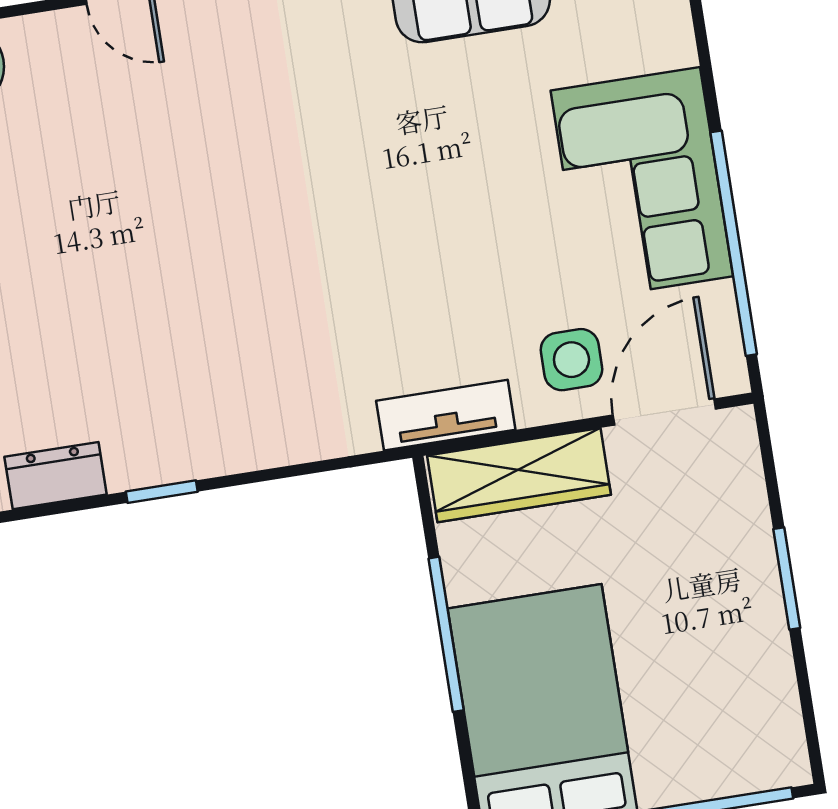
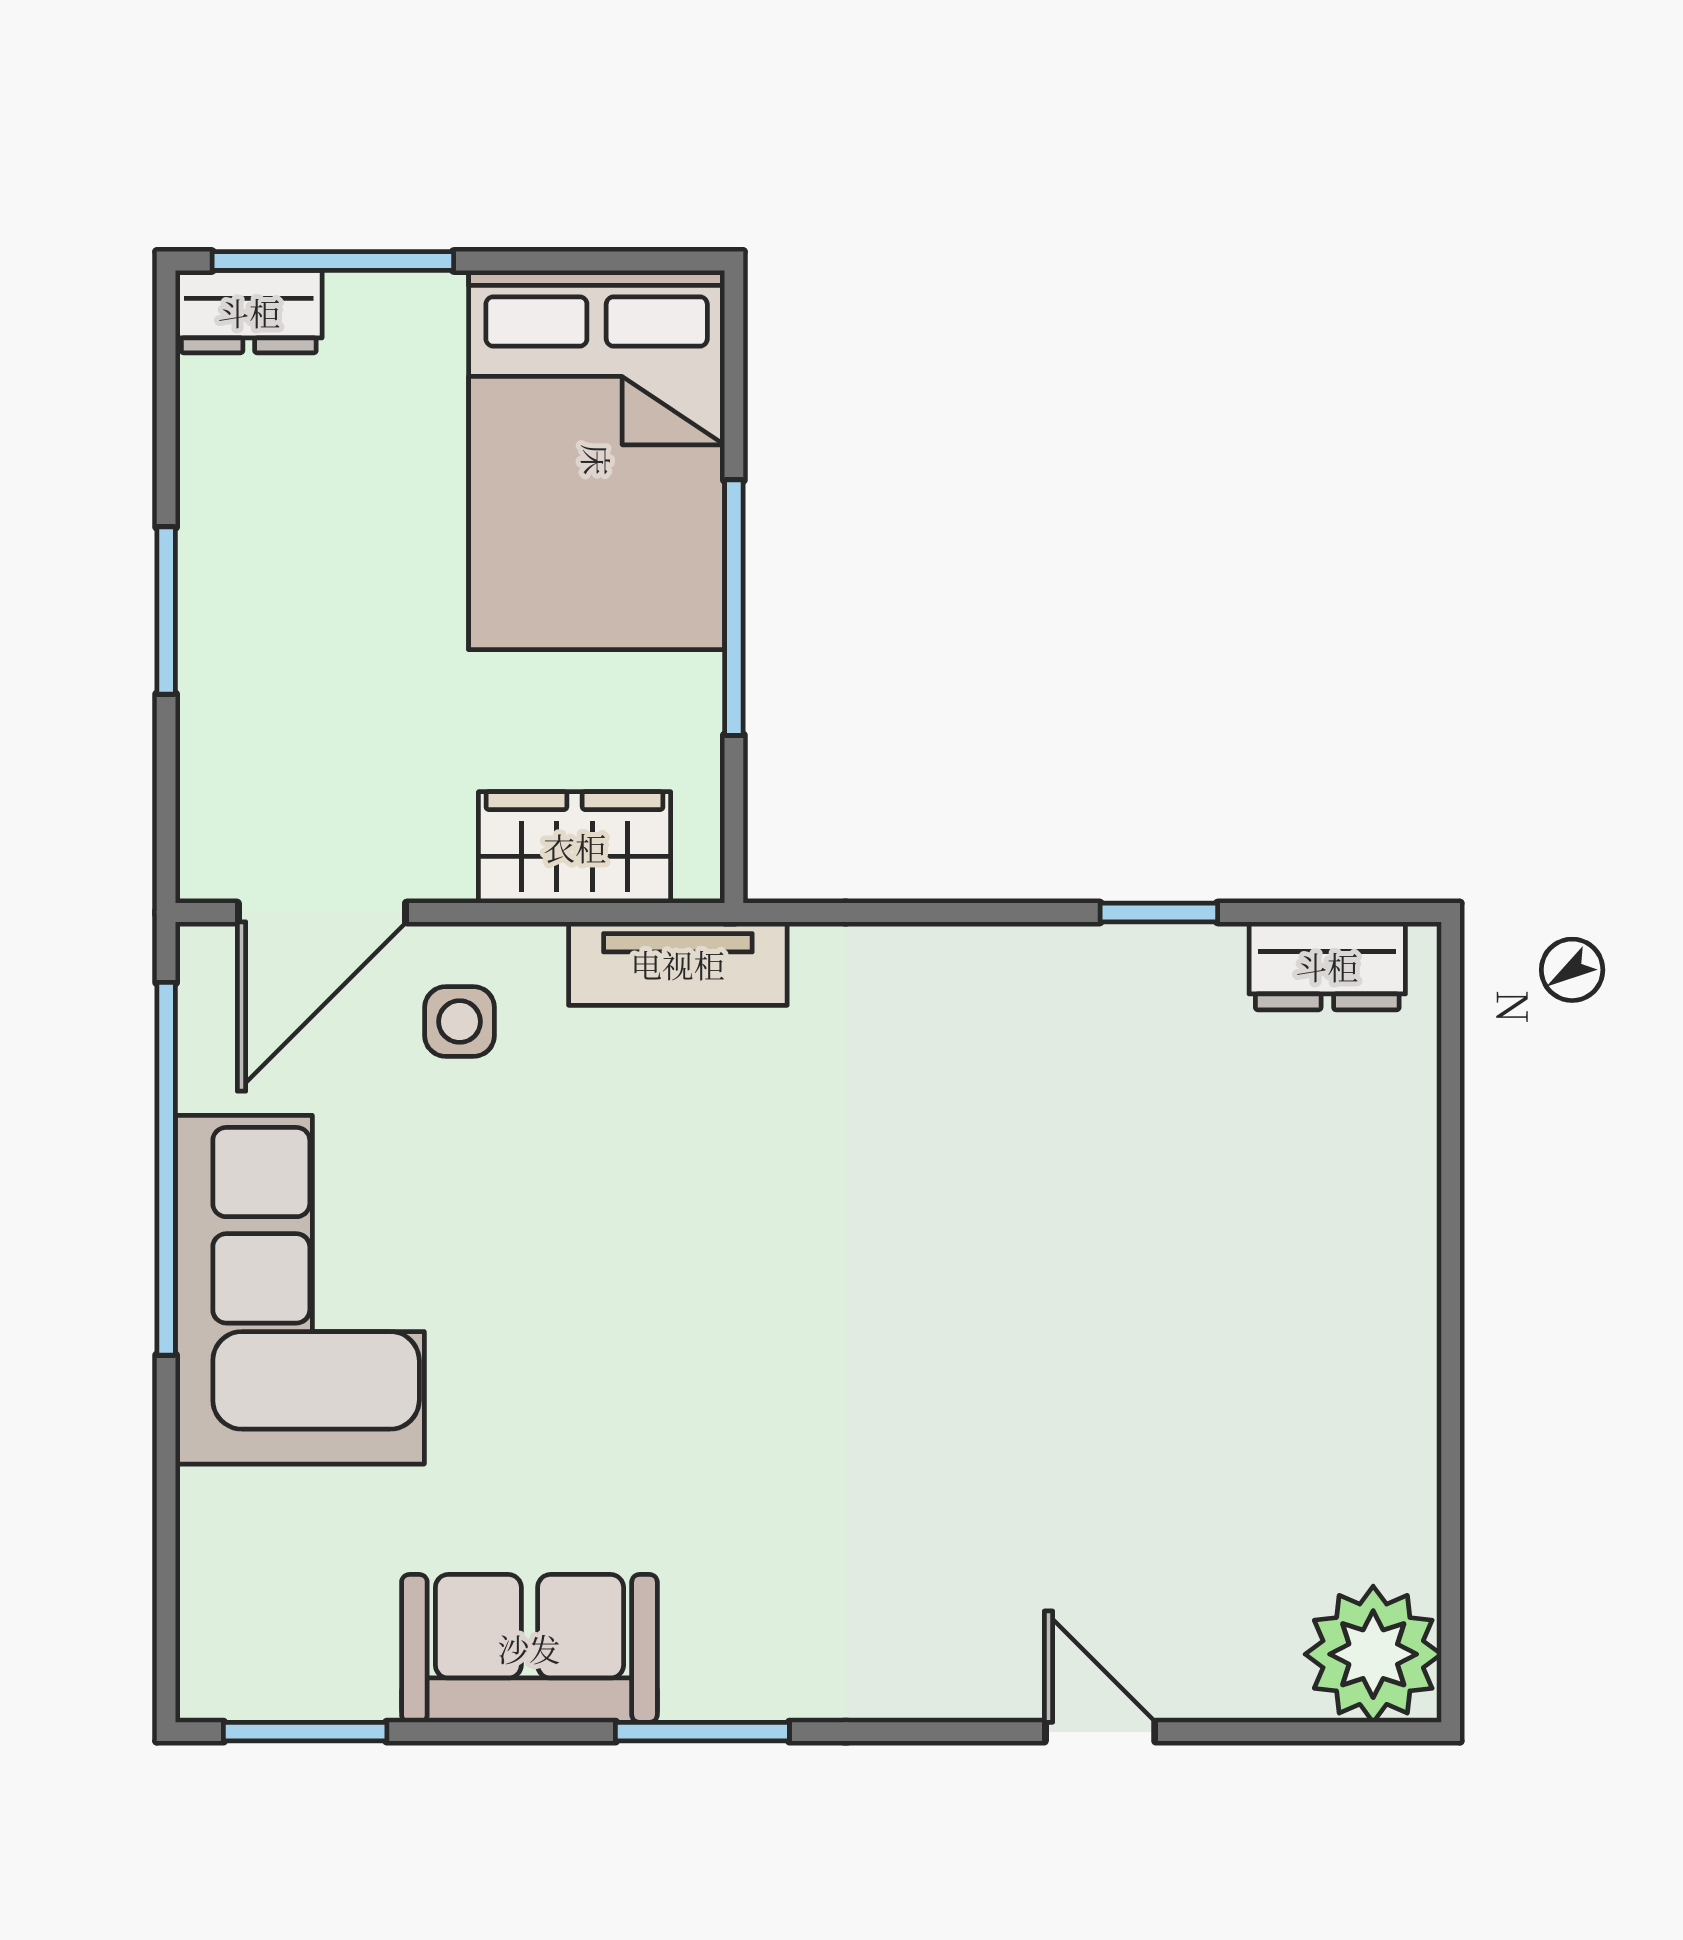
side table: (571, 360) -> (460, 1022), width x0.73, depth x0.73
wardrobe: (519, 475) -> (575, 847), width x0.67
dresser: (766, 766) -> (249, 312), added

